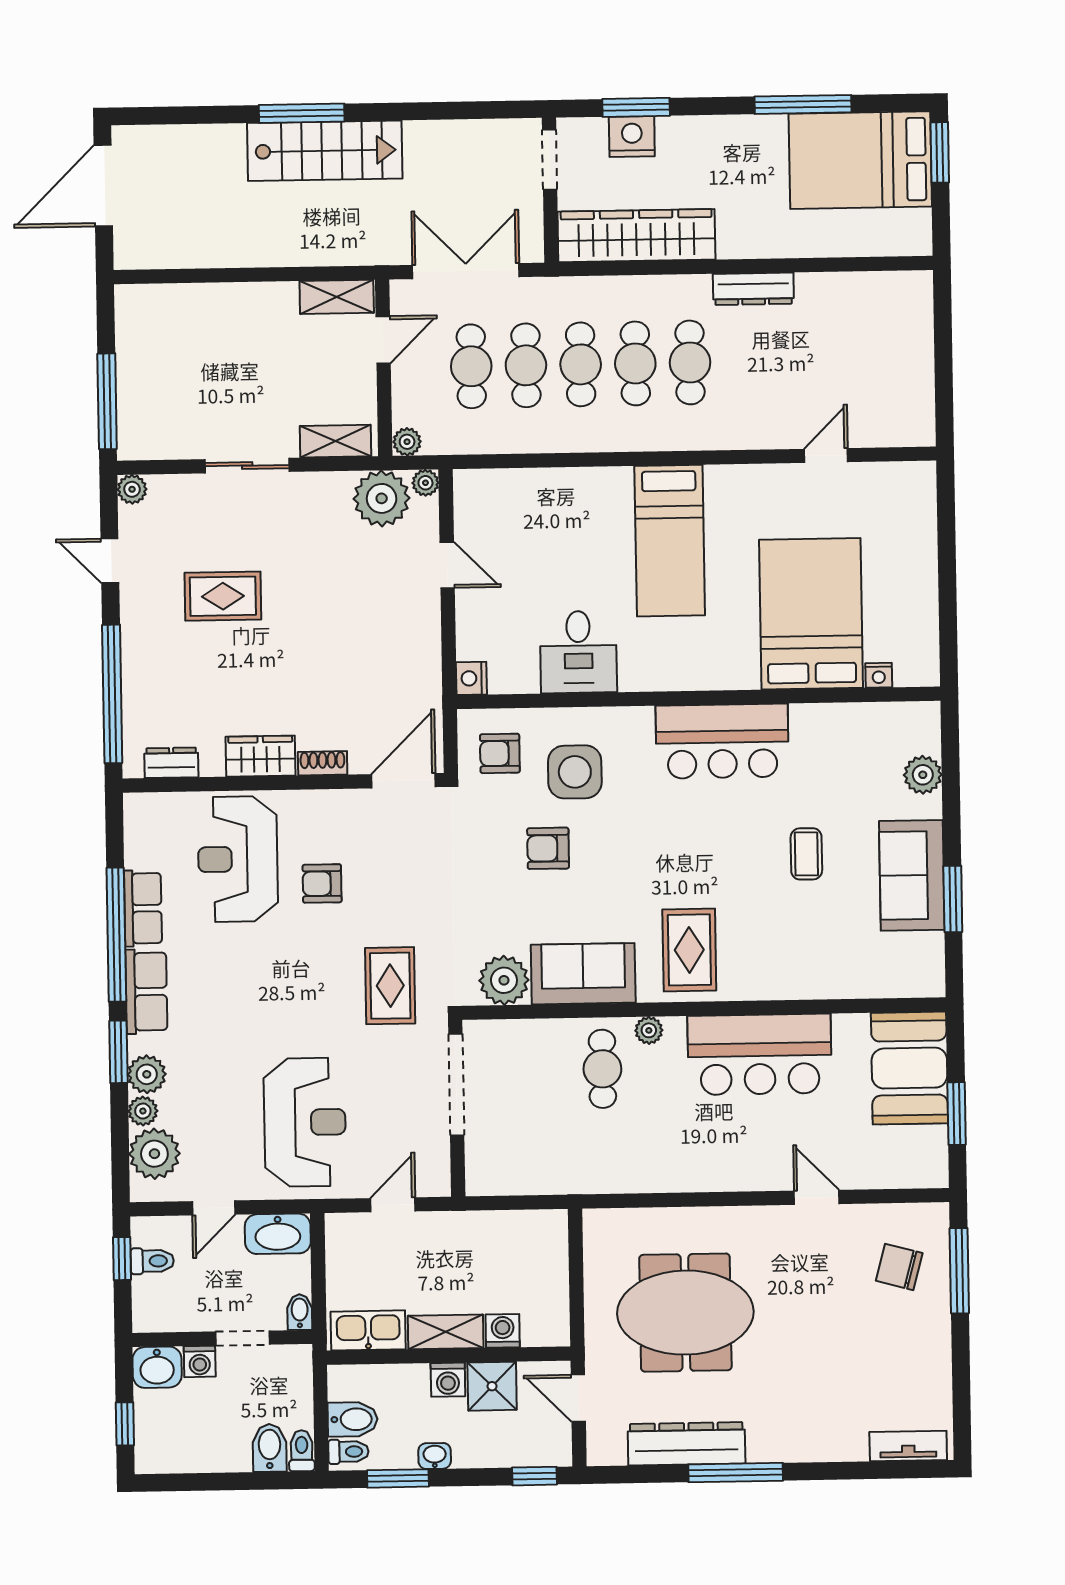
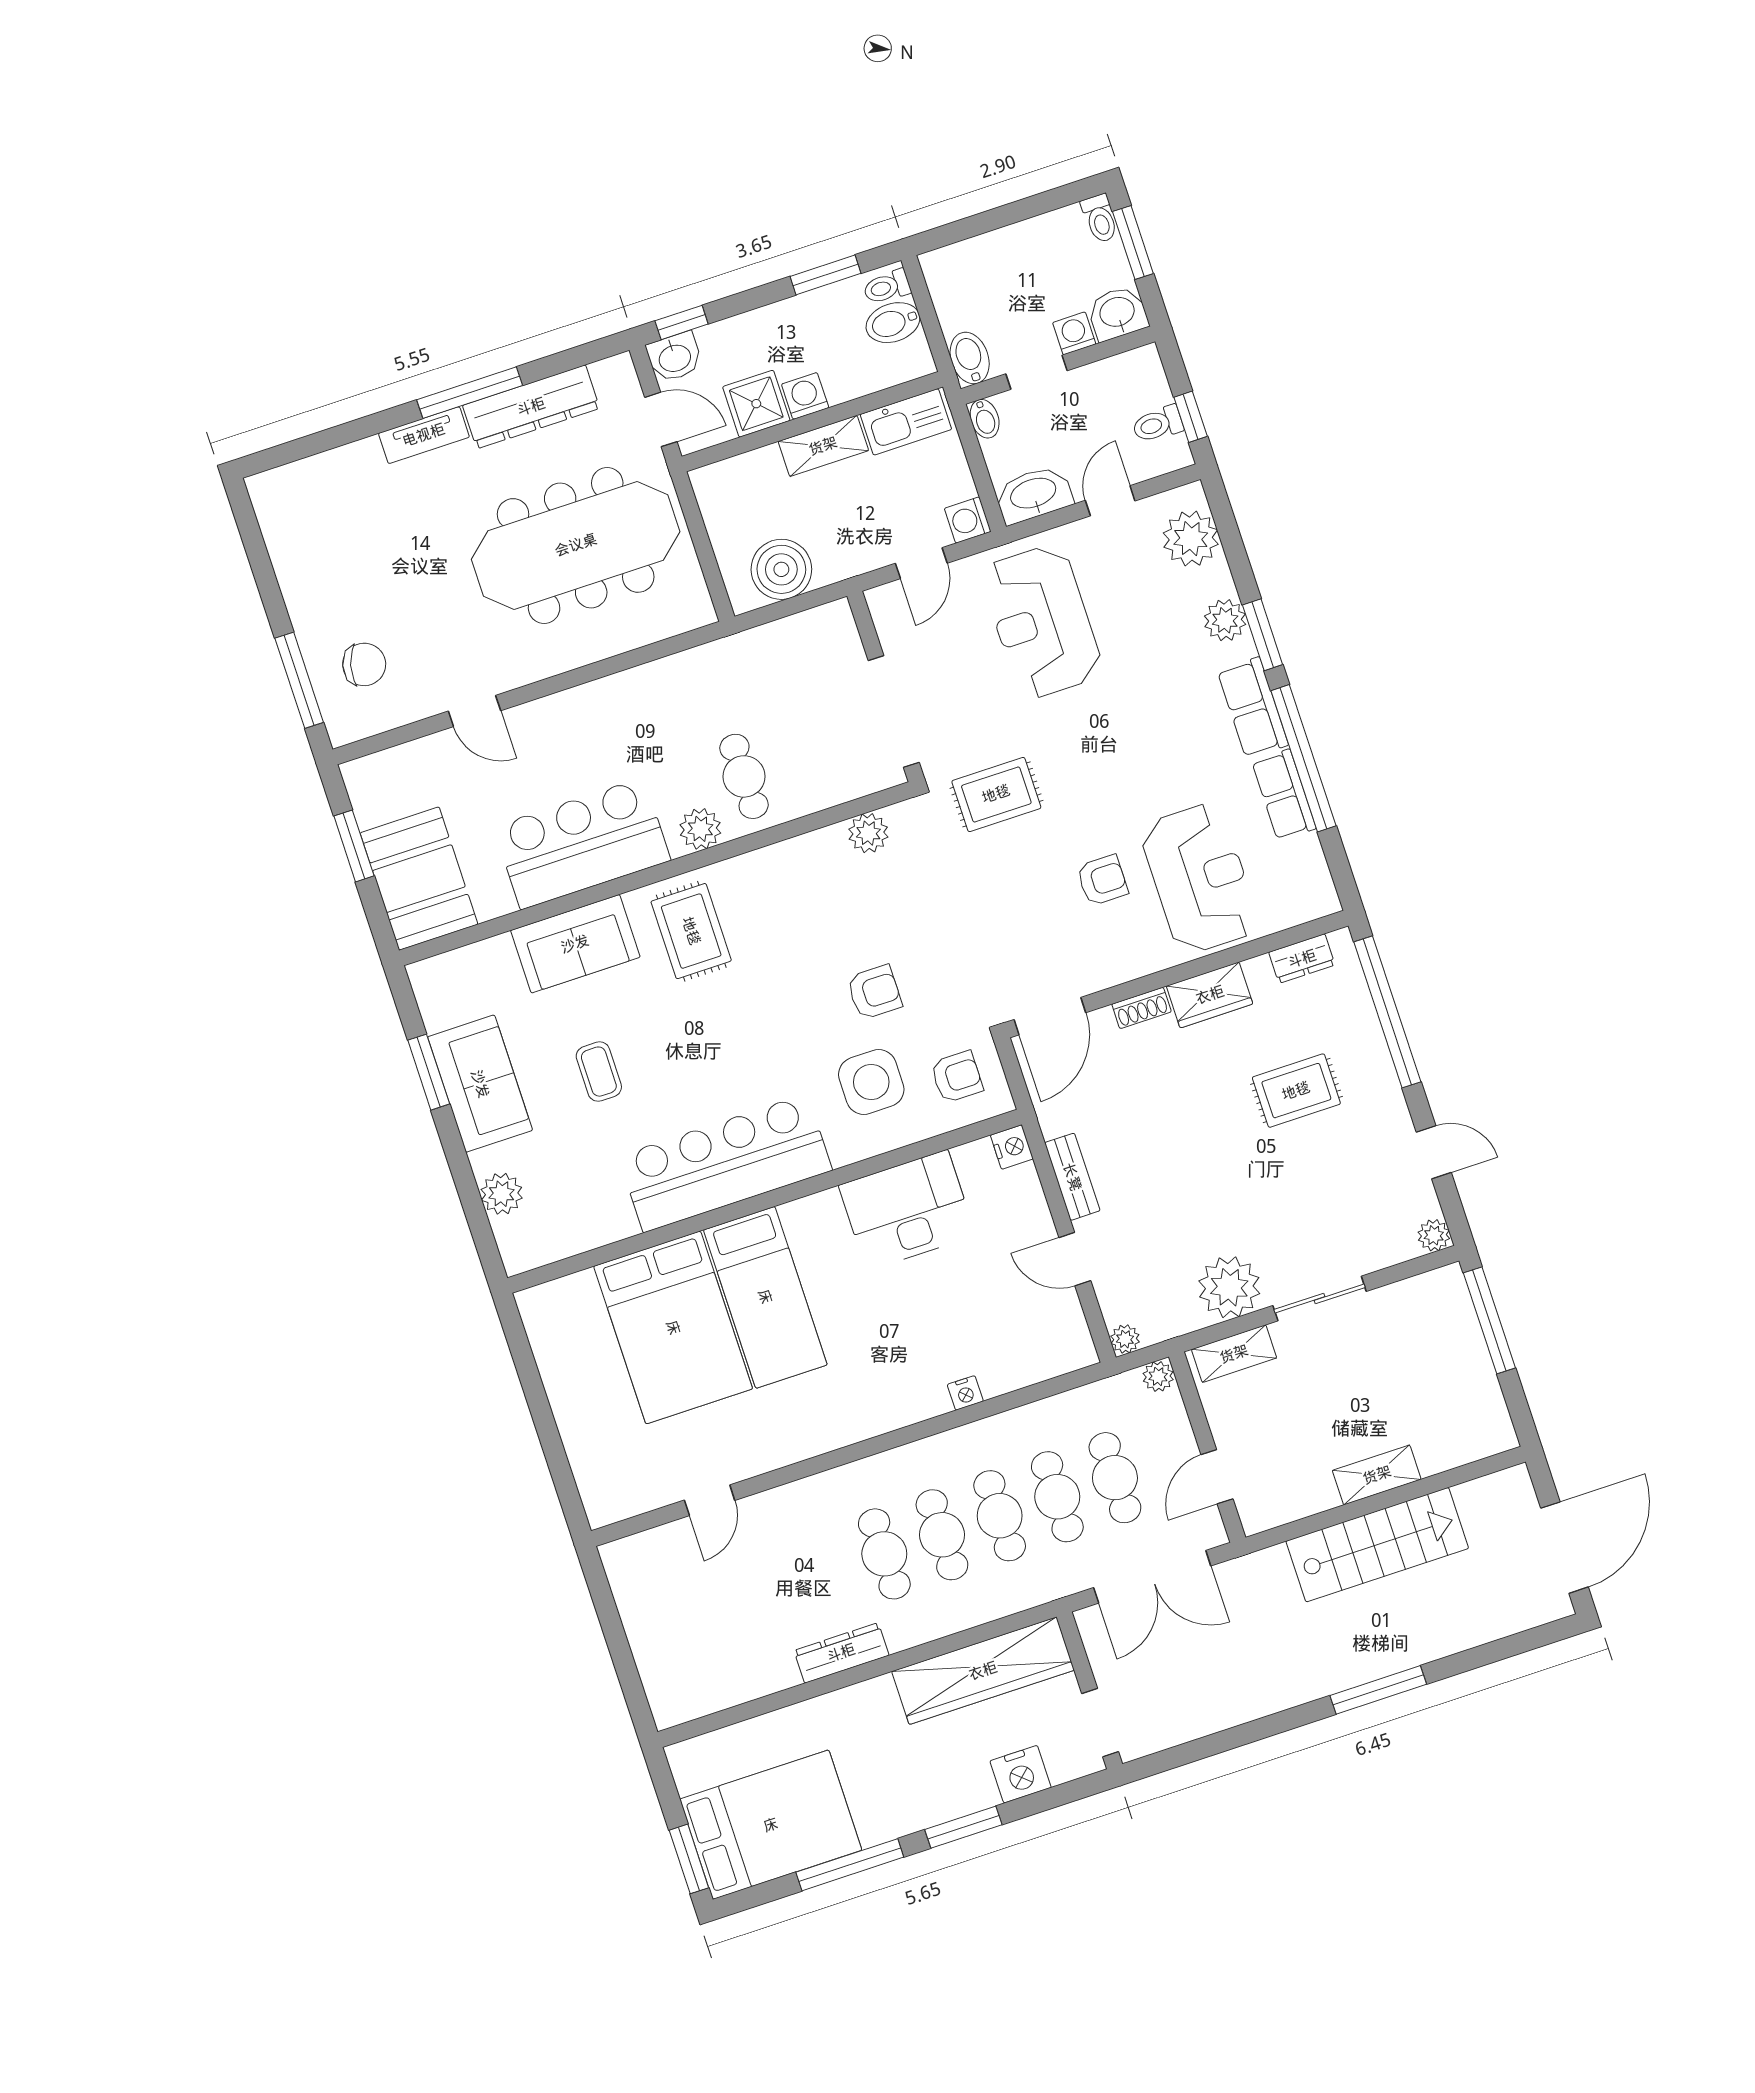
window: (636, 107) -> (963, 1827), moved
stairs: (325, 151) -> (1377, 1545), moved, turned 180
shelving: (337, 297) -> (1377, 1475), moved
plant: (382, 498) -> (1229, 1287), moved
bed: (670, 541) -> (765, 1297), moved, turned 180
rug: (223, 596) -> (1296, 1091), moved
bench: (427, 637) -> (1072, 1177), added
desk: (578, 652) -> (907, 1210), width x1.37
nightstand: (879, 675) -> (965, 1393), moved, turned 180
bar counter: (722, 741) -> (725, 1163), width x1.36
sofa: (583, 974) -> (575, 944), moved
plant: (504, 980) -> (868, 833), width x0.73, depth x0.73
rug: (390, 986) -> (996, 794), turned 90
plant: (649, 1030) -> (700, 829), width x1.38, depth x1.38
plant: (143, 1111) -> (1217, 580), removed
boiler: (515, 1237) -> (781, 569), added
meeting table: (685, 1313) -> (576, 545), width x1.36
washing machine: (503, 1331) -> (968, 520), moved, turned 90
window: (125, 1424) -> (1133, 243), width x1.50
tv unit: (908, 1446) -> (424, 435), moved
bidet: (270, 1448) -> (970, 358), moved, turned 180
toilet: (302, 1451) -> (1100, 219), moved
washbasin: (435, 1456) -> (675, 357), moved, width x1.38, depth x1.45

